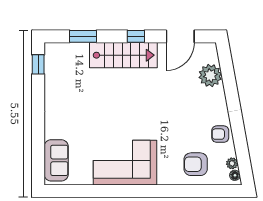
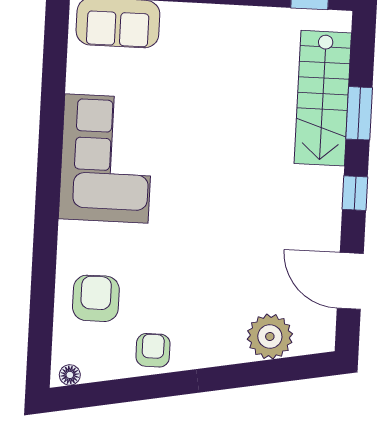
window: (83, 36) -> (359, 113), moved
stairs: (123, 55) -> (323, 98), moved
plant: (232, 163) -> (94, 371), removed

